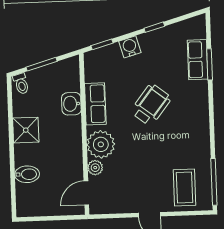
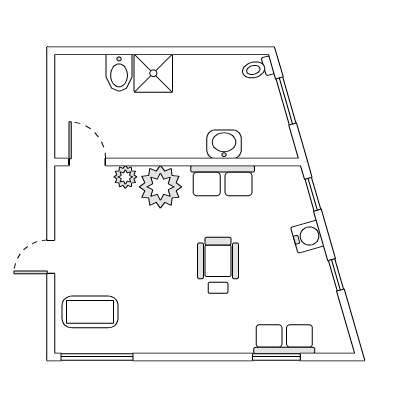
wheelchair: (151, 105) -> (218, 265), turned -128
shower: (26, 130) -> (153, 73), moved

